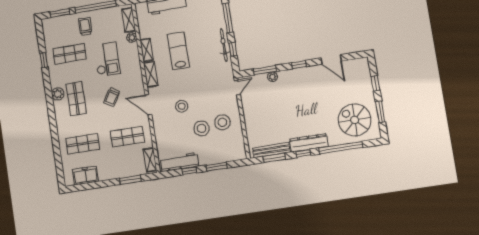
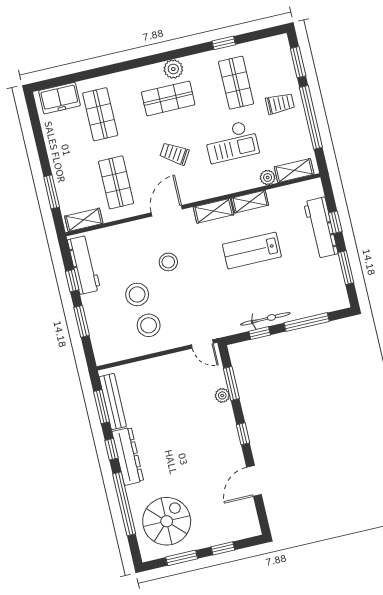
lab bench: (178, 51) -> (252, 251), turned 180
freezer: (86, 175) -> (60, 98), moved, turned 90

